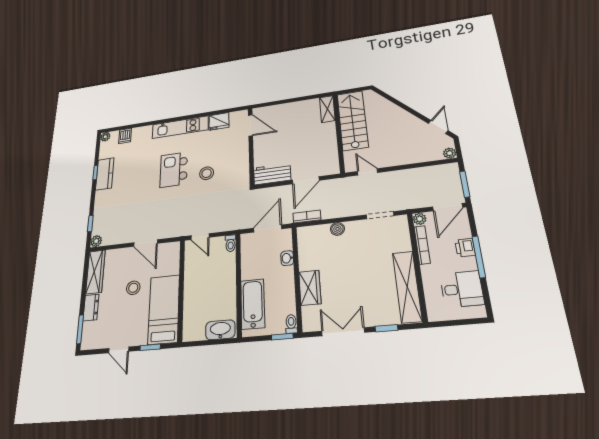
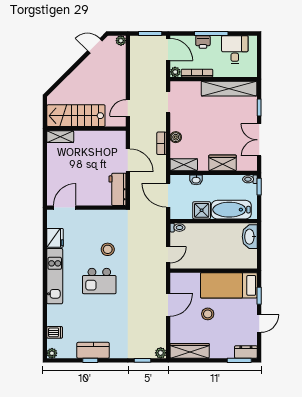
bookcase: (307, 216) -> (162, 143), moved
shelving: (305, 242) -> (184, 165), added
shower: (251, 269) -> (202, 210), added
dresser: (91, 308) -> (246, 352), moved

